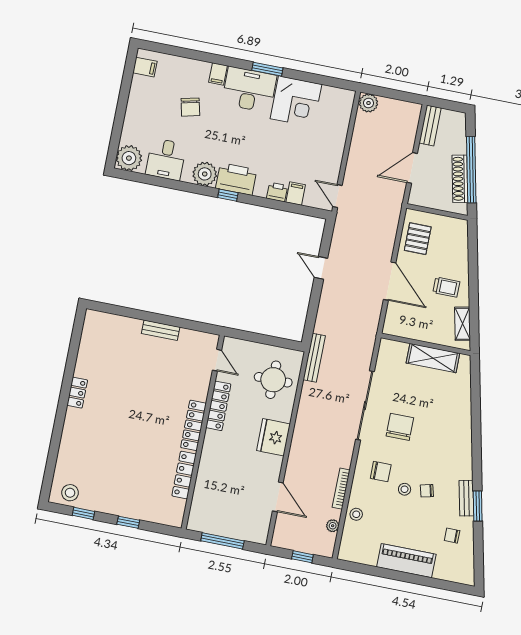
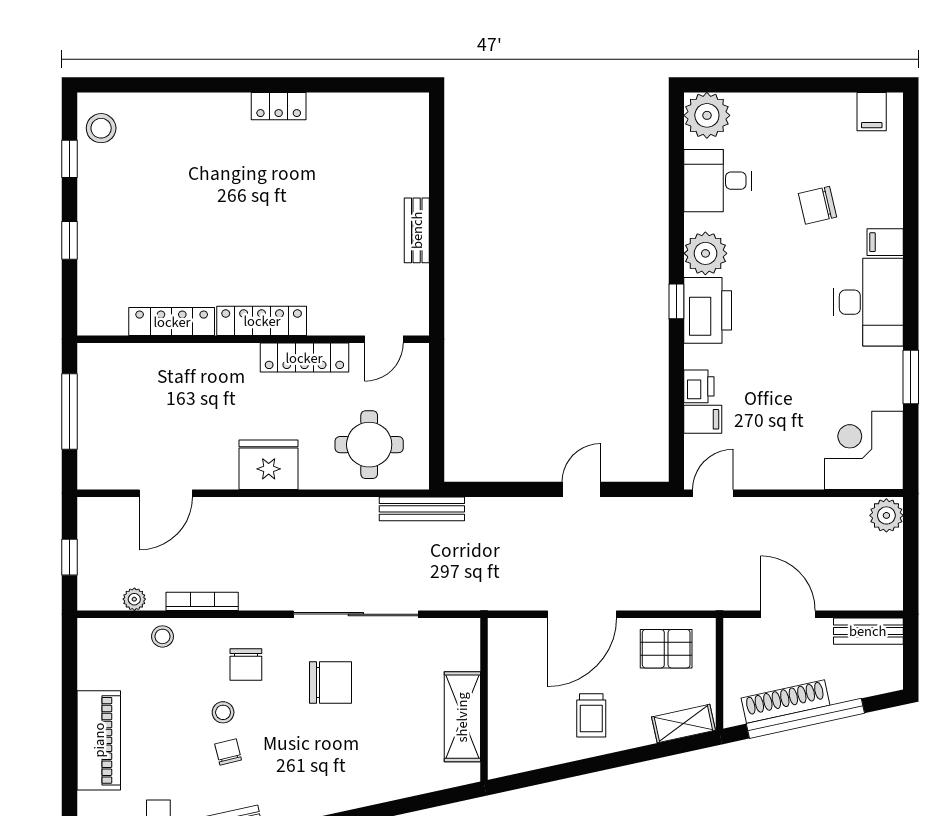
window: (267, 69) -> (911, 377), moved
corner desk: (296, 101) -> (864, 450), moved, turned 90
shelving: (462, 324) -> (683, 724), moved

